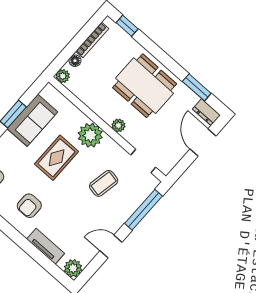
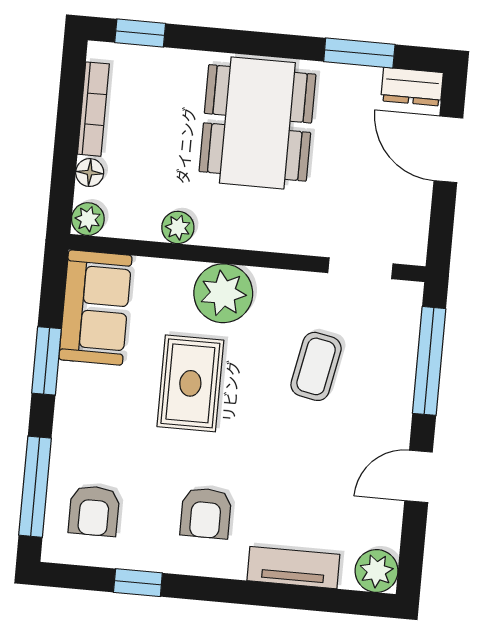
dining table: (145, 86) -> (257, 123), turned 90
sofa: (32, 120) -> (95, 308), moved
plant: (118, 125) -> (178, 227), moved

